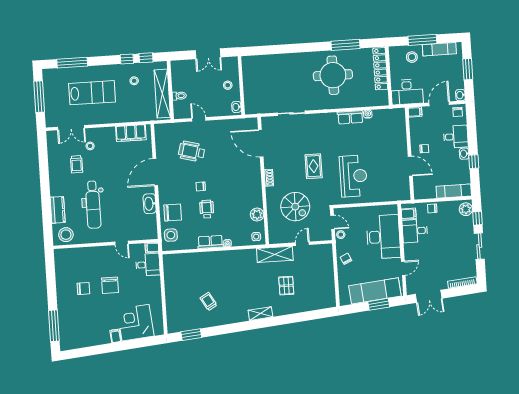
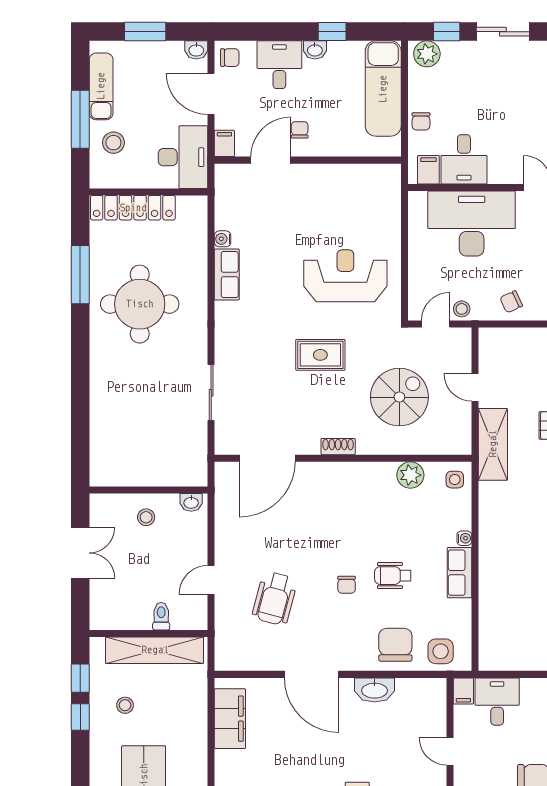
door: (410, 166) -> (271, 160), moved
exam couch: (454, 191) -> (383, 89), width x1.36, depth x1.45
door: (122, 243) -> (450, 752), swing flipped

